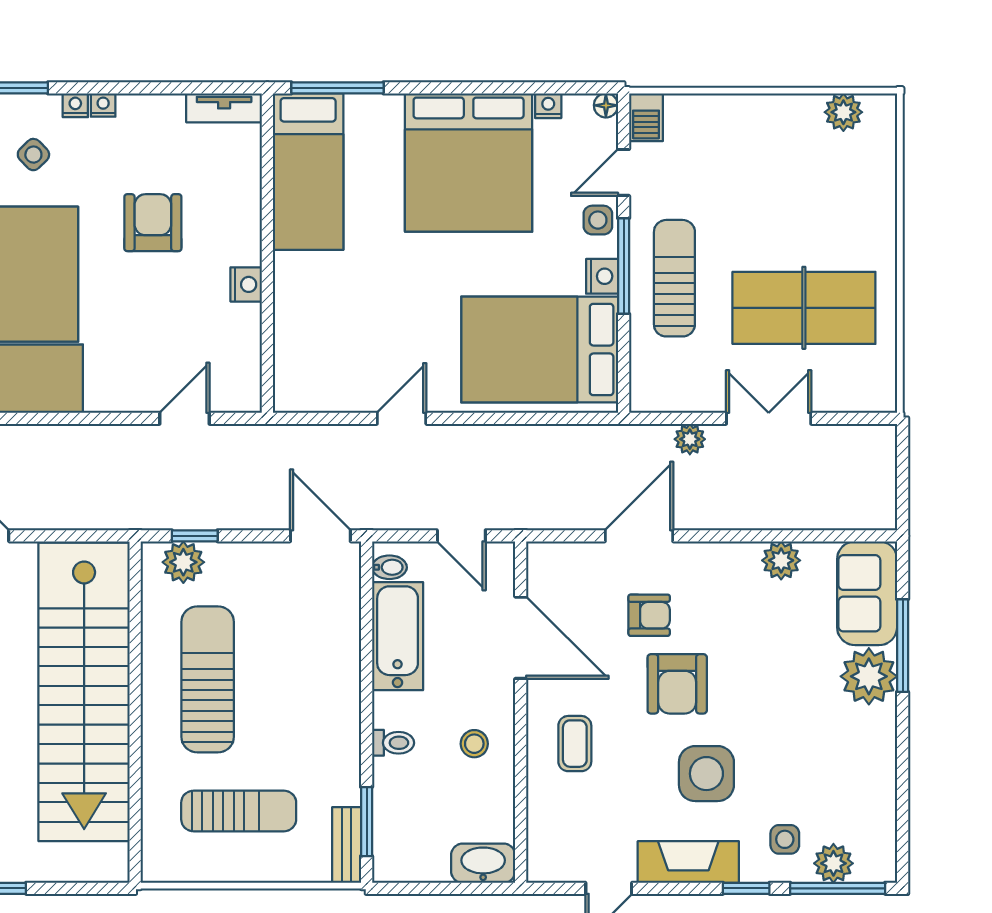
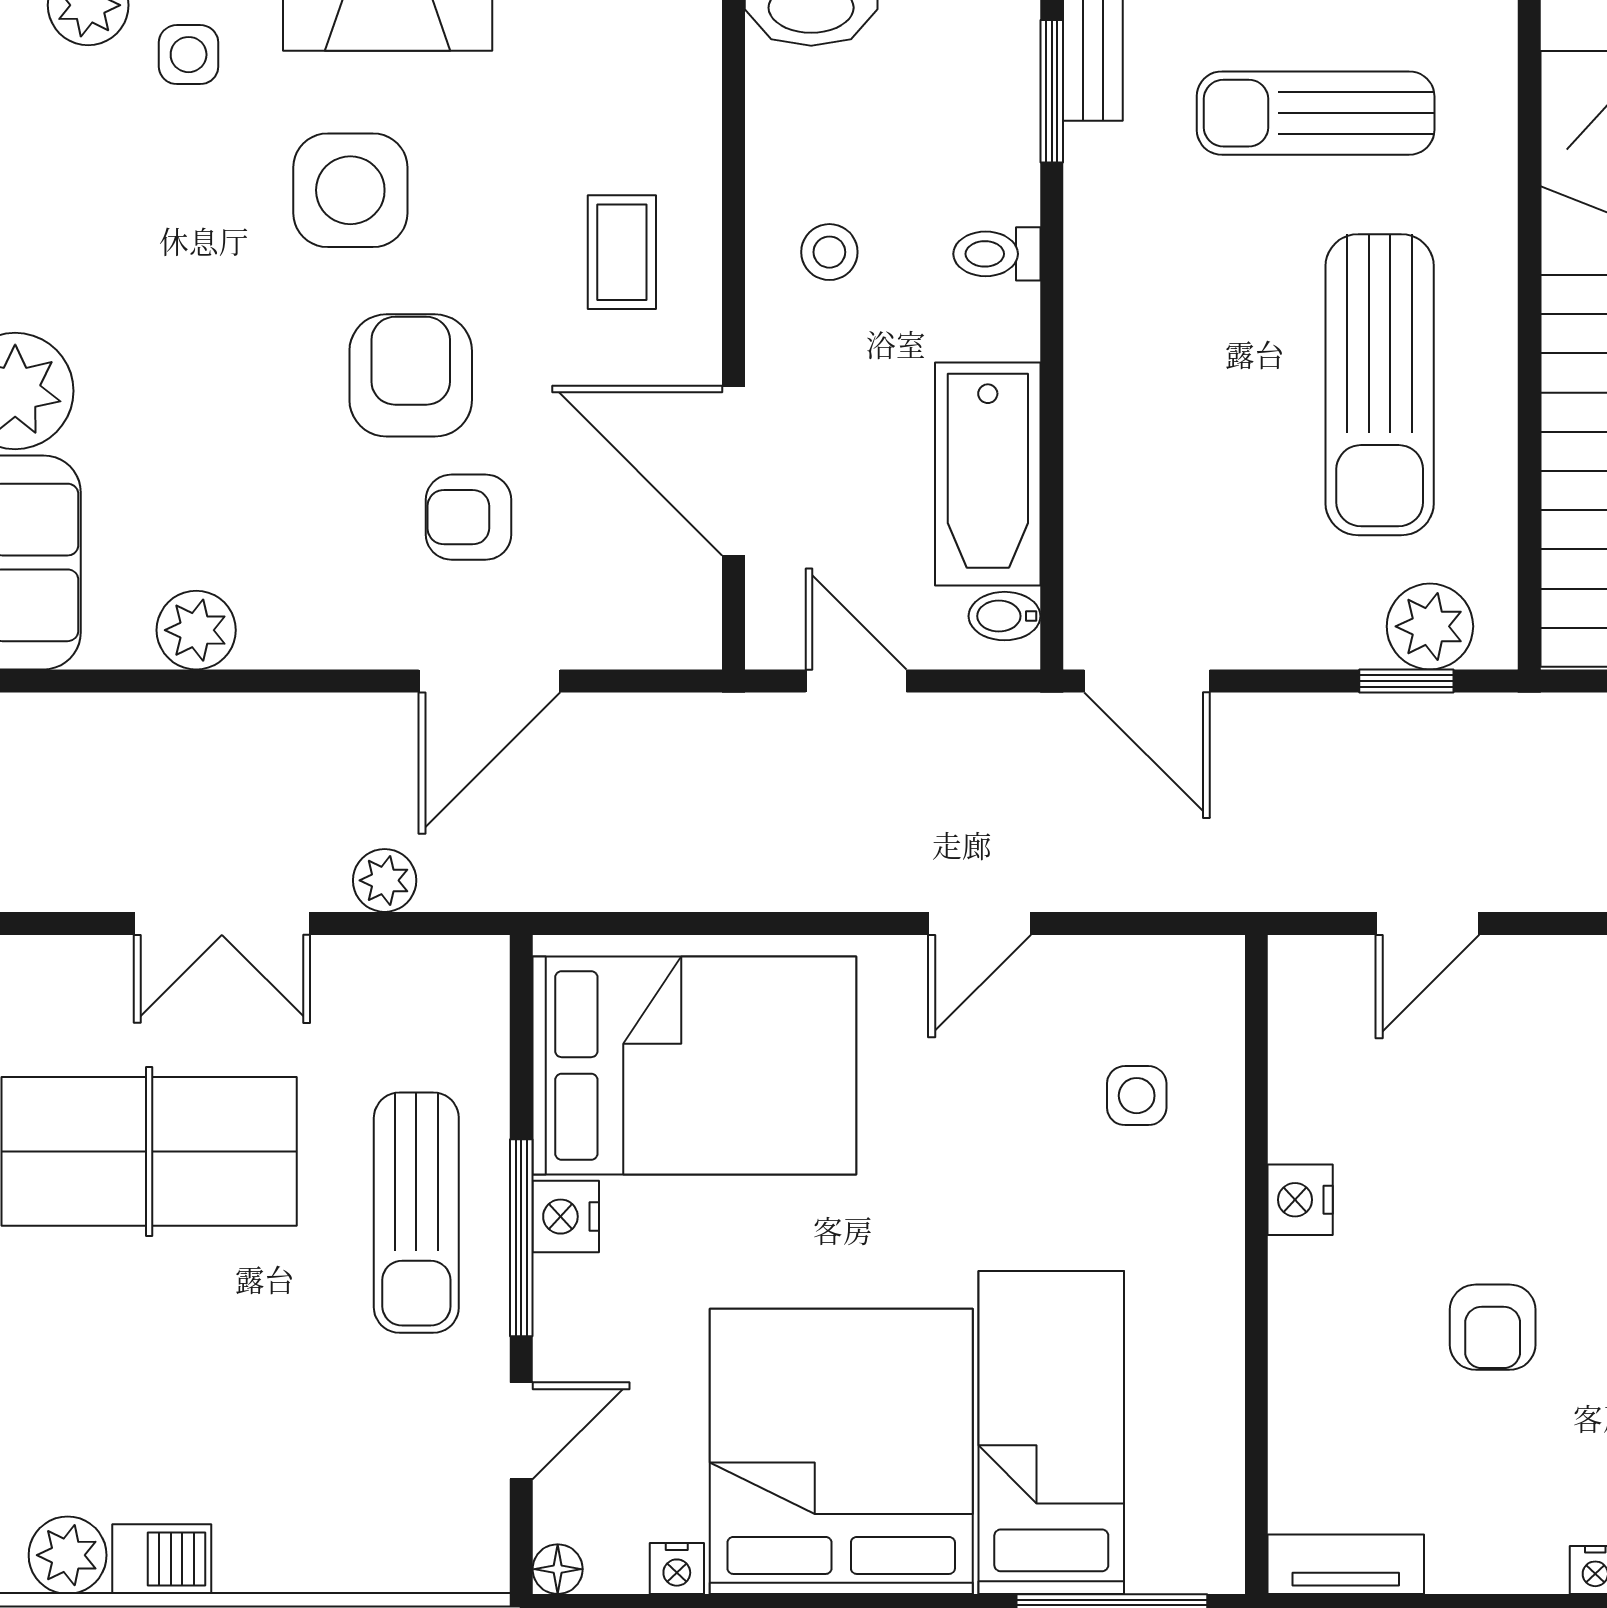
barbecue: (646, 117) -> (162, 1559), moved, turned 90
bed: (308, 172) -> (1051, 1432), moved
side table: (598, 220) -> (1137, 1096), moved
armchair: (153, 223) -> (1493, 1327), width x0.72, depth x0.72

